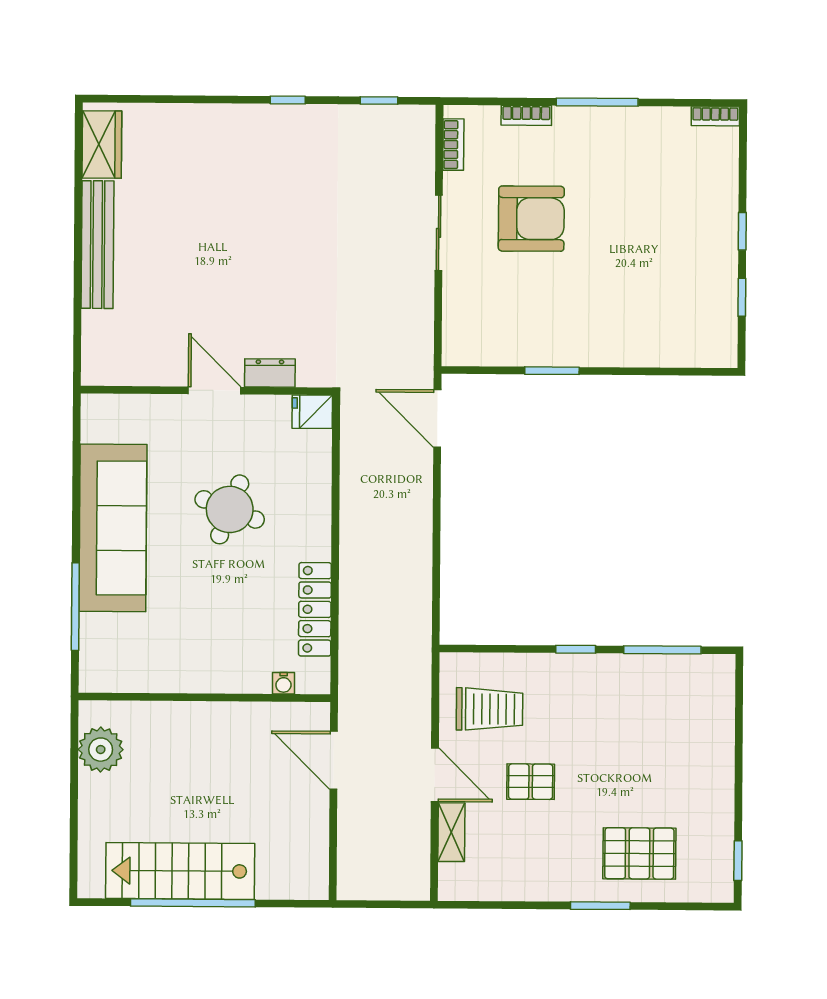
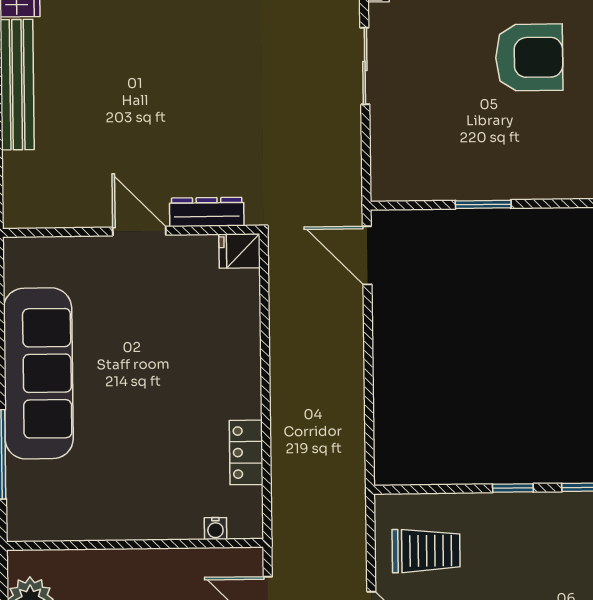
armchair: (531, 219) -> (529, 57), moved
dresser: (270, 373) -> (207, 212), width x1.44
round table: (230, 509) -> (157, 352), removed
locker: (315, 609) -> (246, 452), width x0.66

